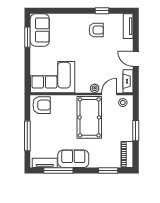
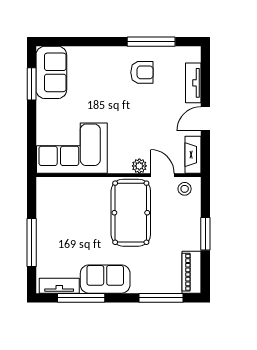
window: (102, 11) -> (151, 42), width x2.17
tv unit: (128, 26) -> (193, 83), moved
door: (136, 59) -> (205, 119), hinge flipped
door: (109, 94) -> (162, 175), hinge flipped
armchair: (42, 105) -> (54, 193), removed
window: (108, 170) -> (161, 298), width x1.44

